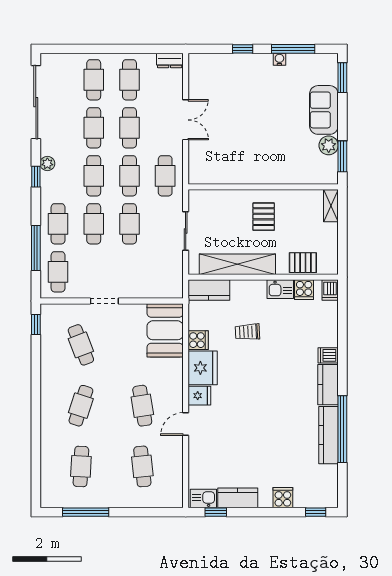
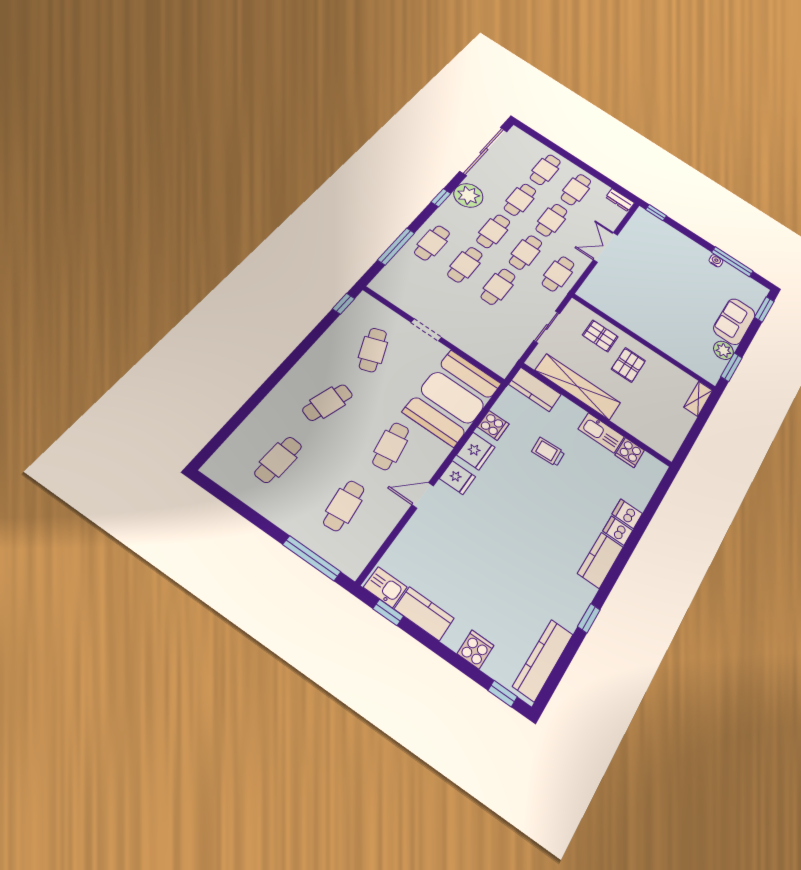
window: (243, 49) -> (656, 213), moved
double door: (186, 120) -> (605, 247), swing flipped
plant: (47, 164) -> (468, 195), width x1.87, depth x1.87
pallet: (303, 263) -> (600, 336), moved
cafe table: (58, 272) -> (401, 278), removed
kitchen sink: (280, 289) -> (601, 433), width x1.38
dishwasher: (330, 290) -> (627, 514), moved, turned 90
booth: (165, 330) -> (452, 398), width x1.36, depth x1.42
fridge: (203, 368) -> (476, 451), width x0.73, depth x0.75
window: (342, 429) -> (589, 618), width x0.32
kitchen counter: (329, 435) -> (543, 660), moved
window: (86, 512) -> (312, 558), moved

